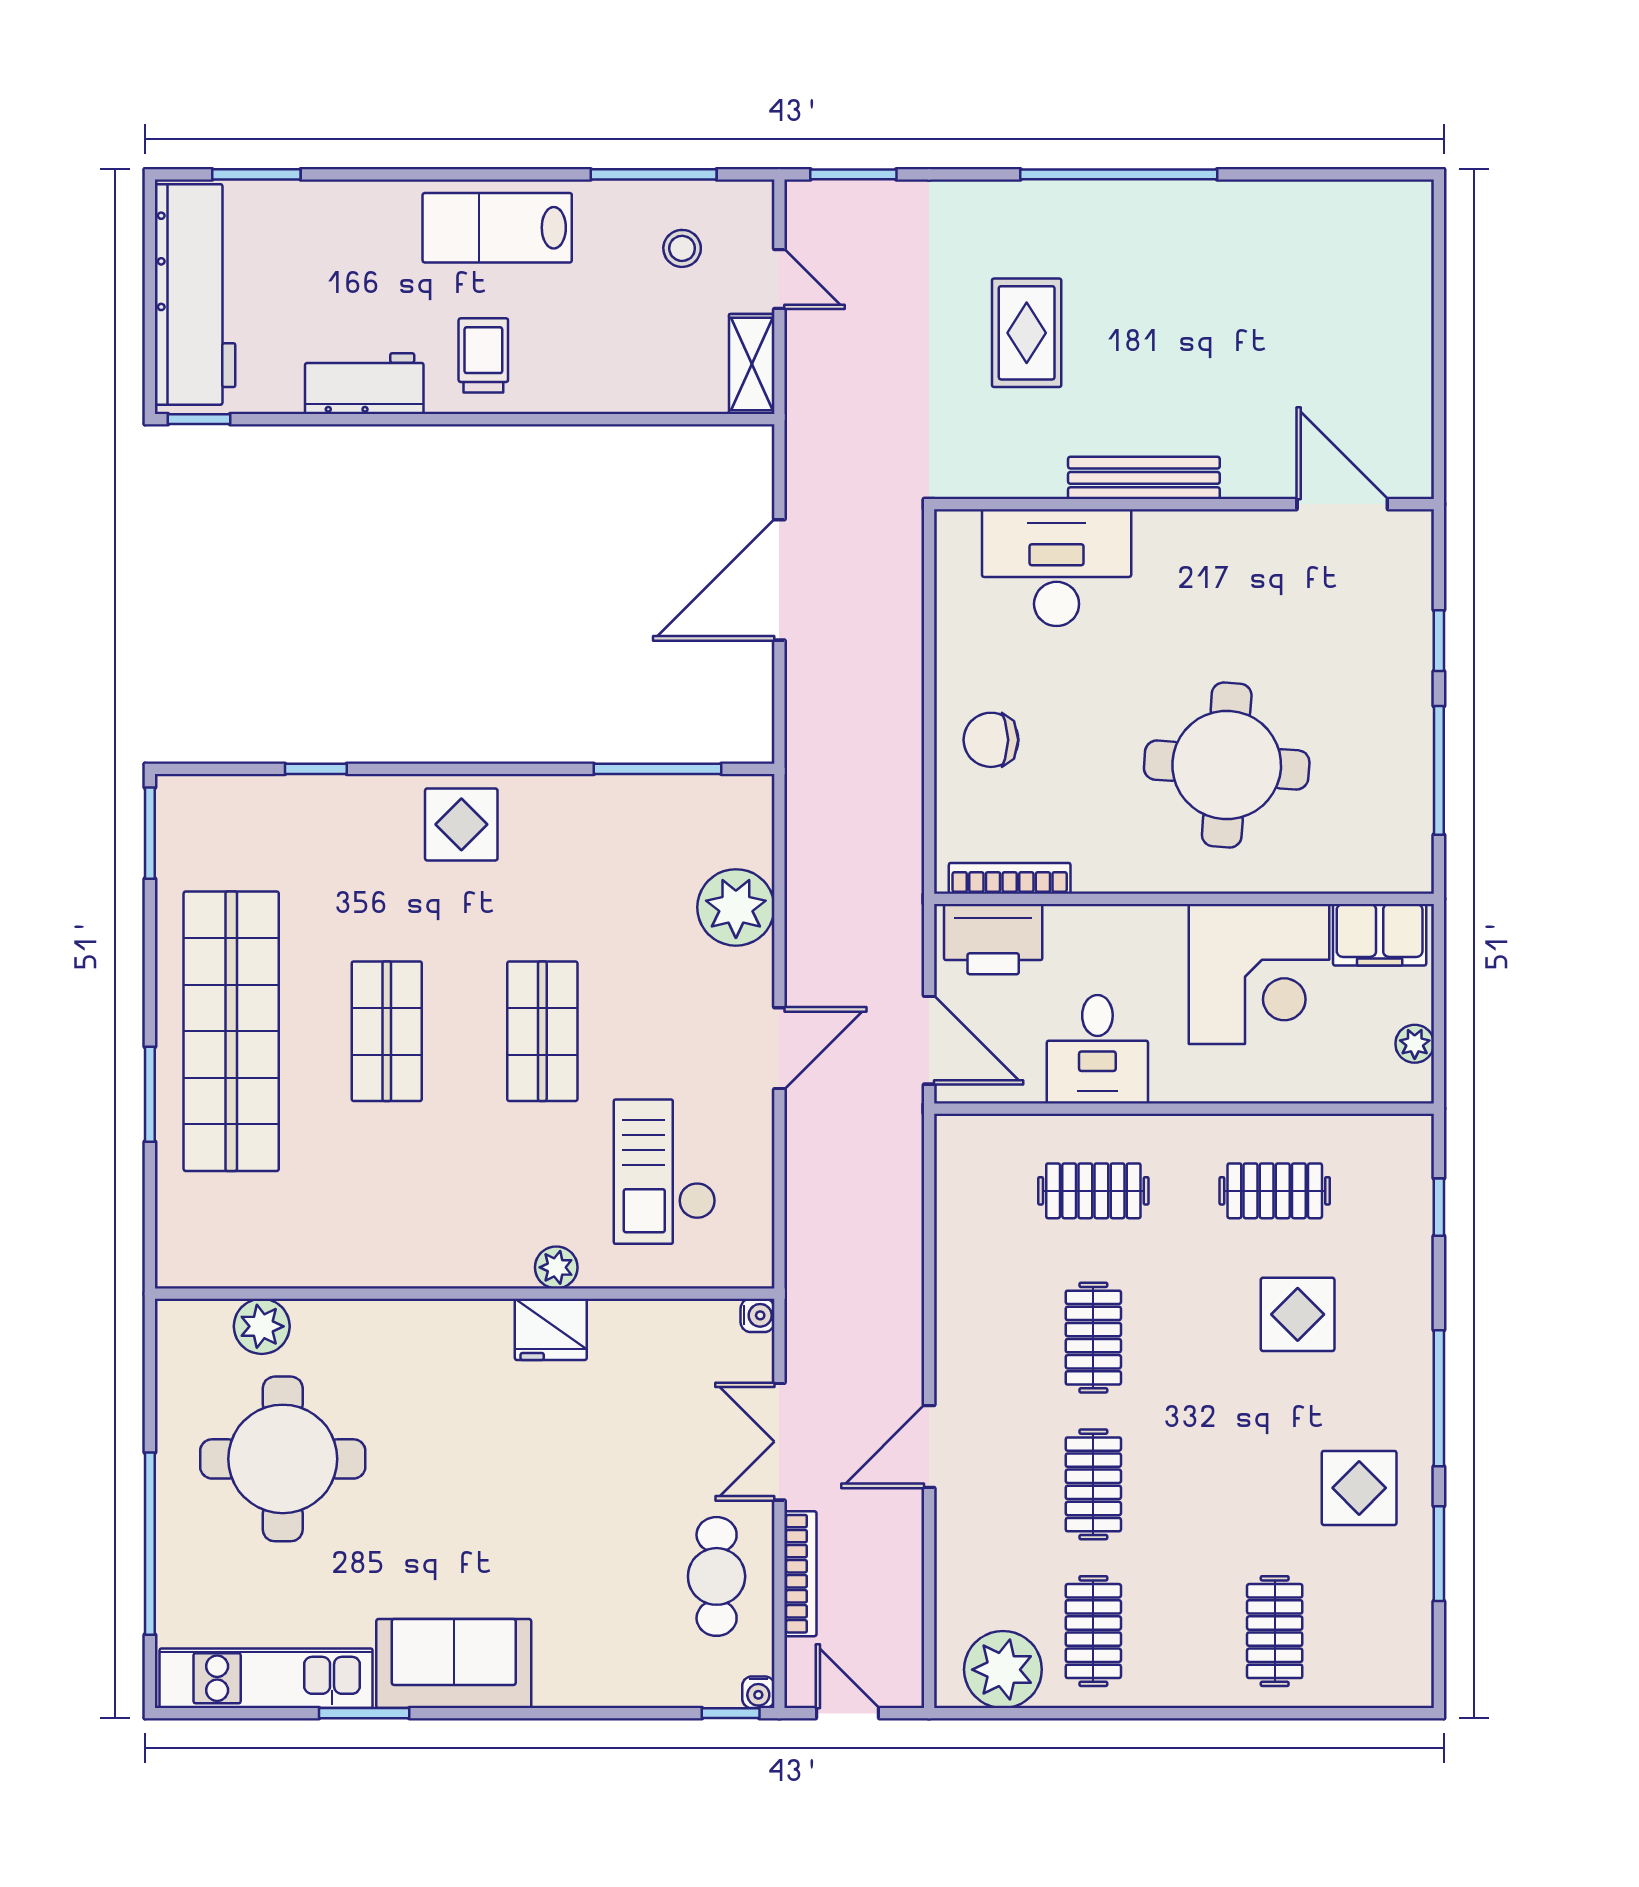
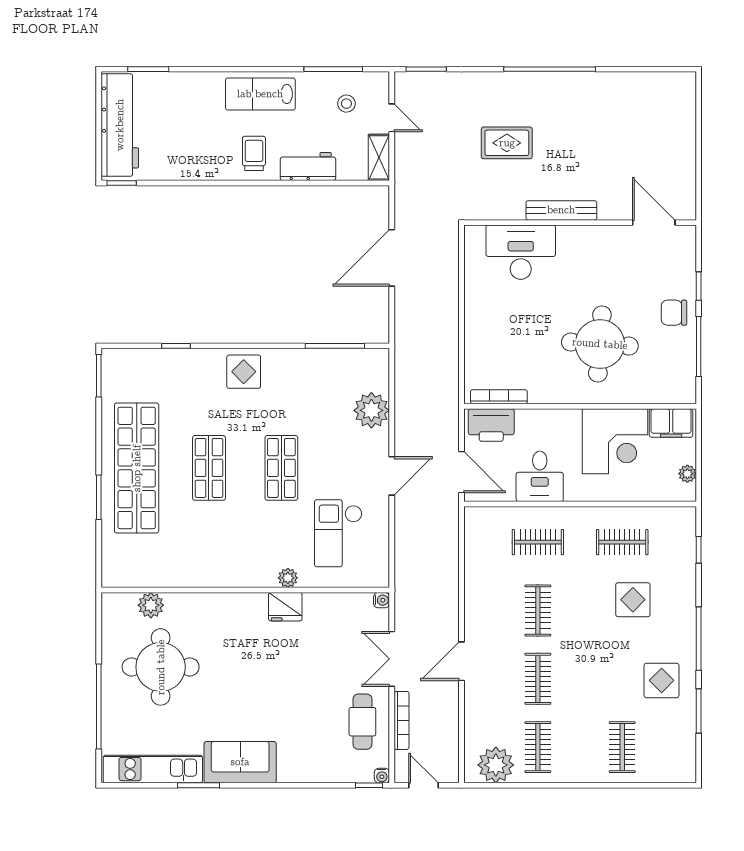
rug: (1027, 333) -> (507, 143), turned 90
workbench: (364, 384) -> (308, 167), moved
chair: (991, 740) -> (674, 313), moved

